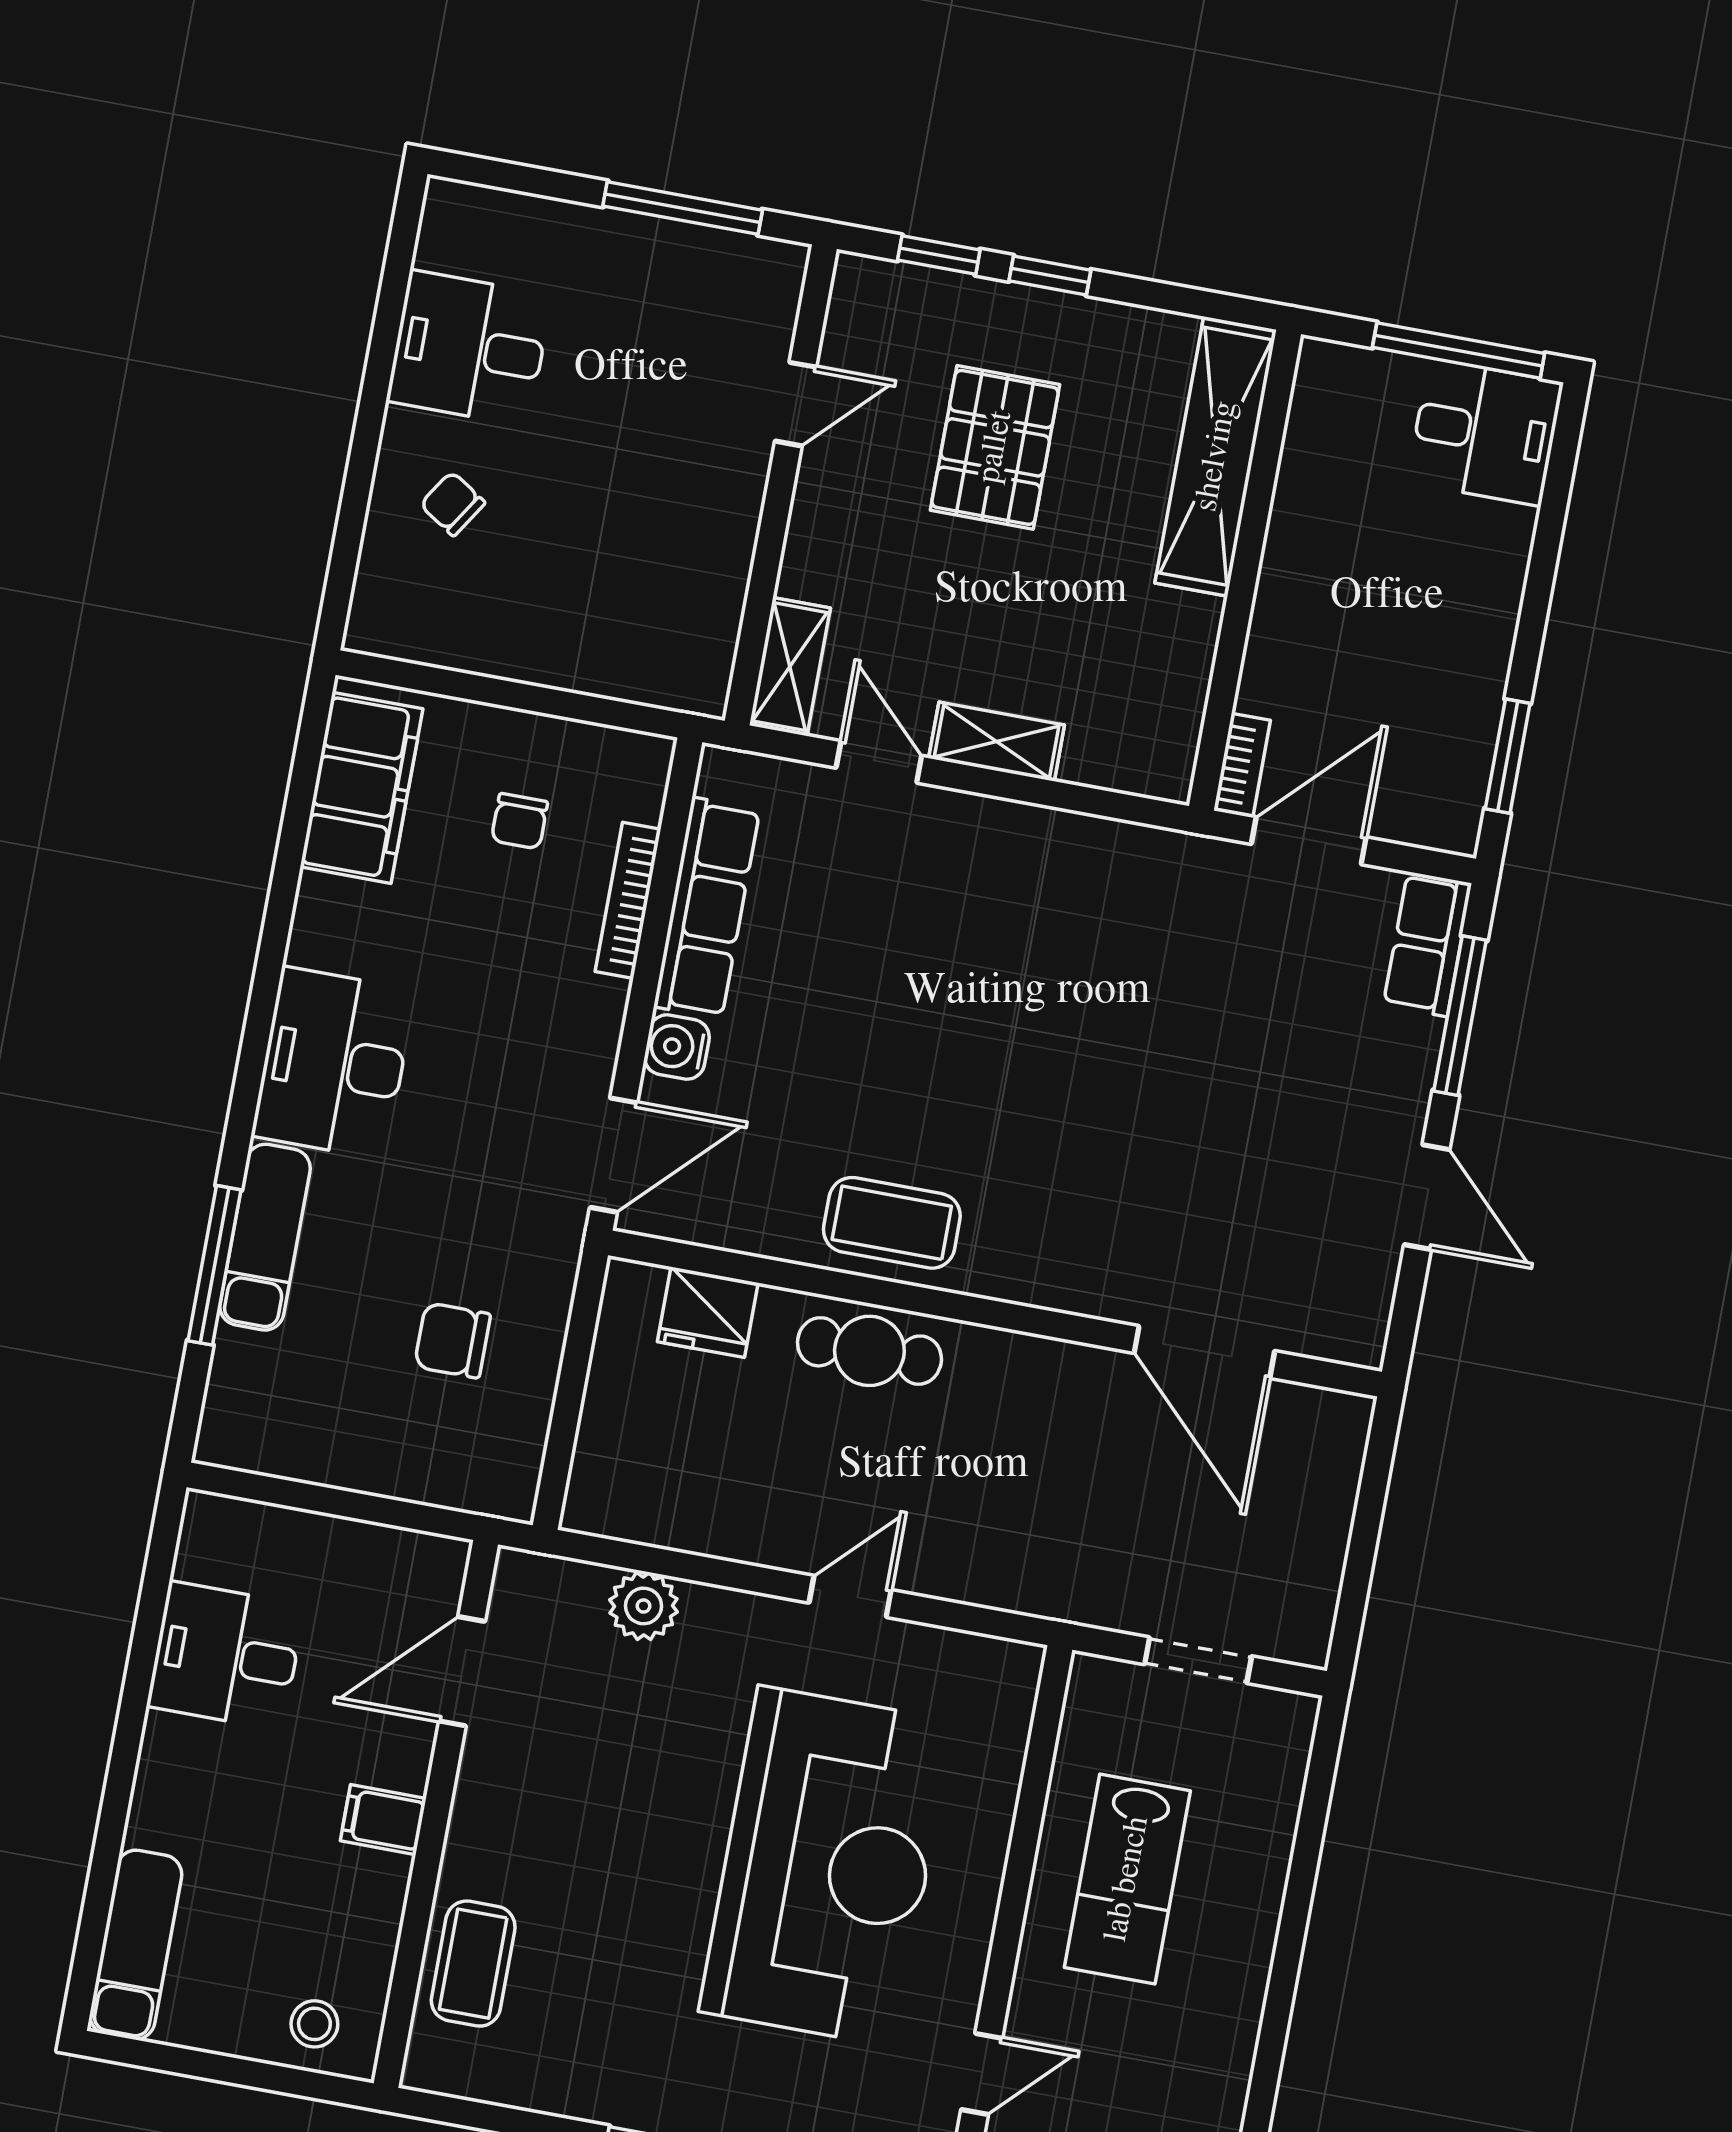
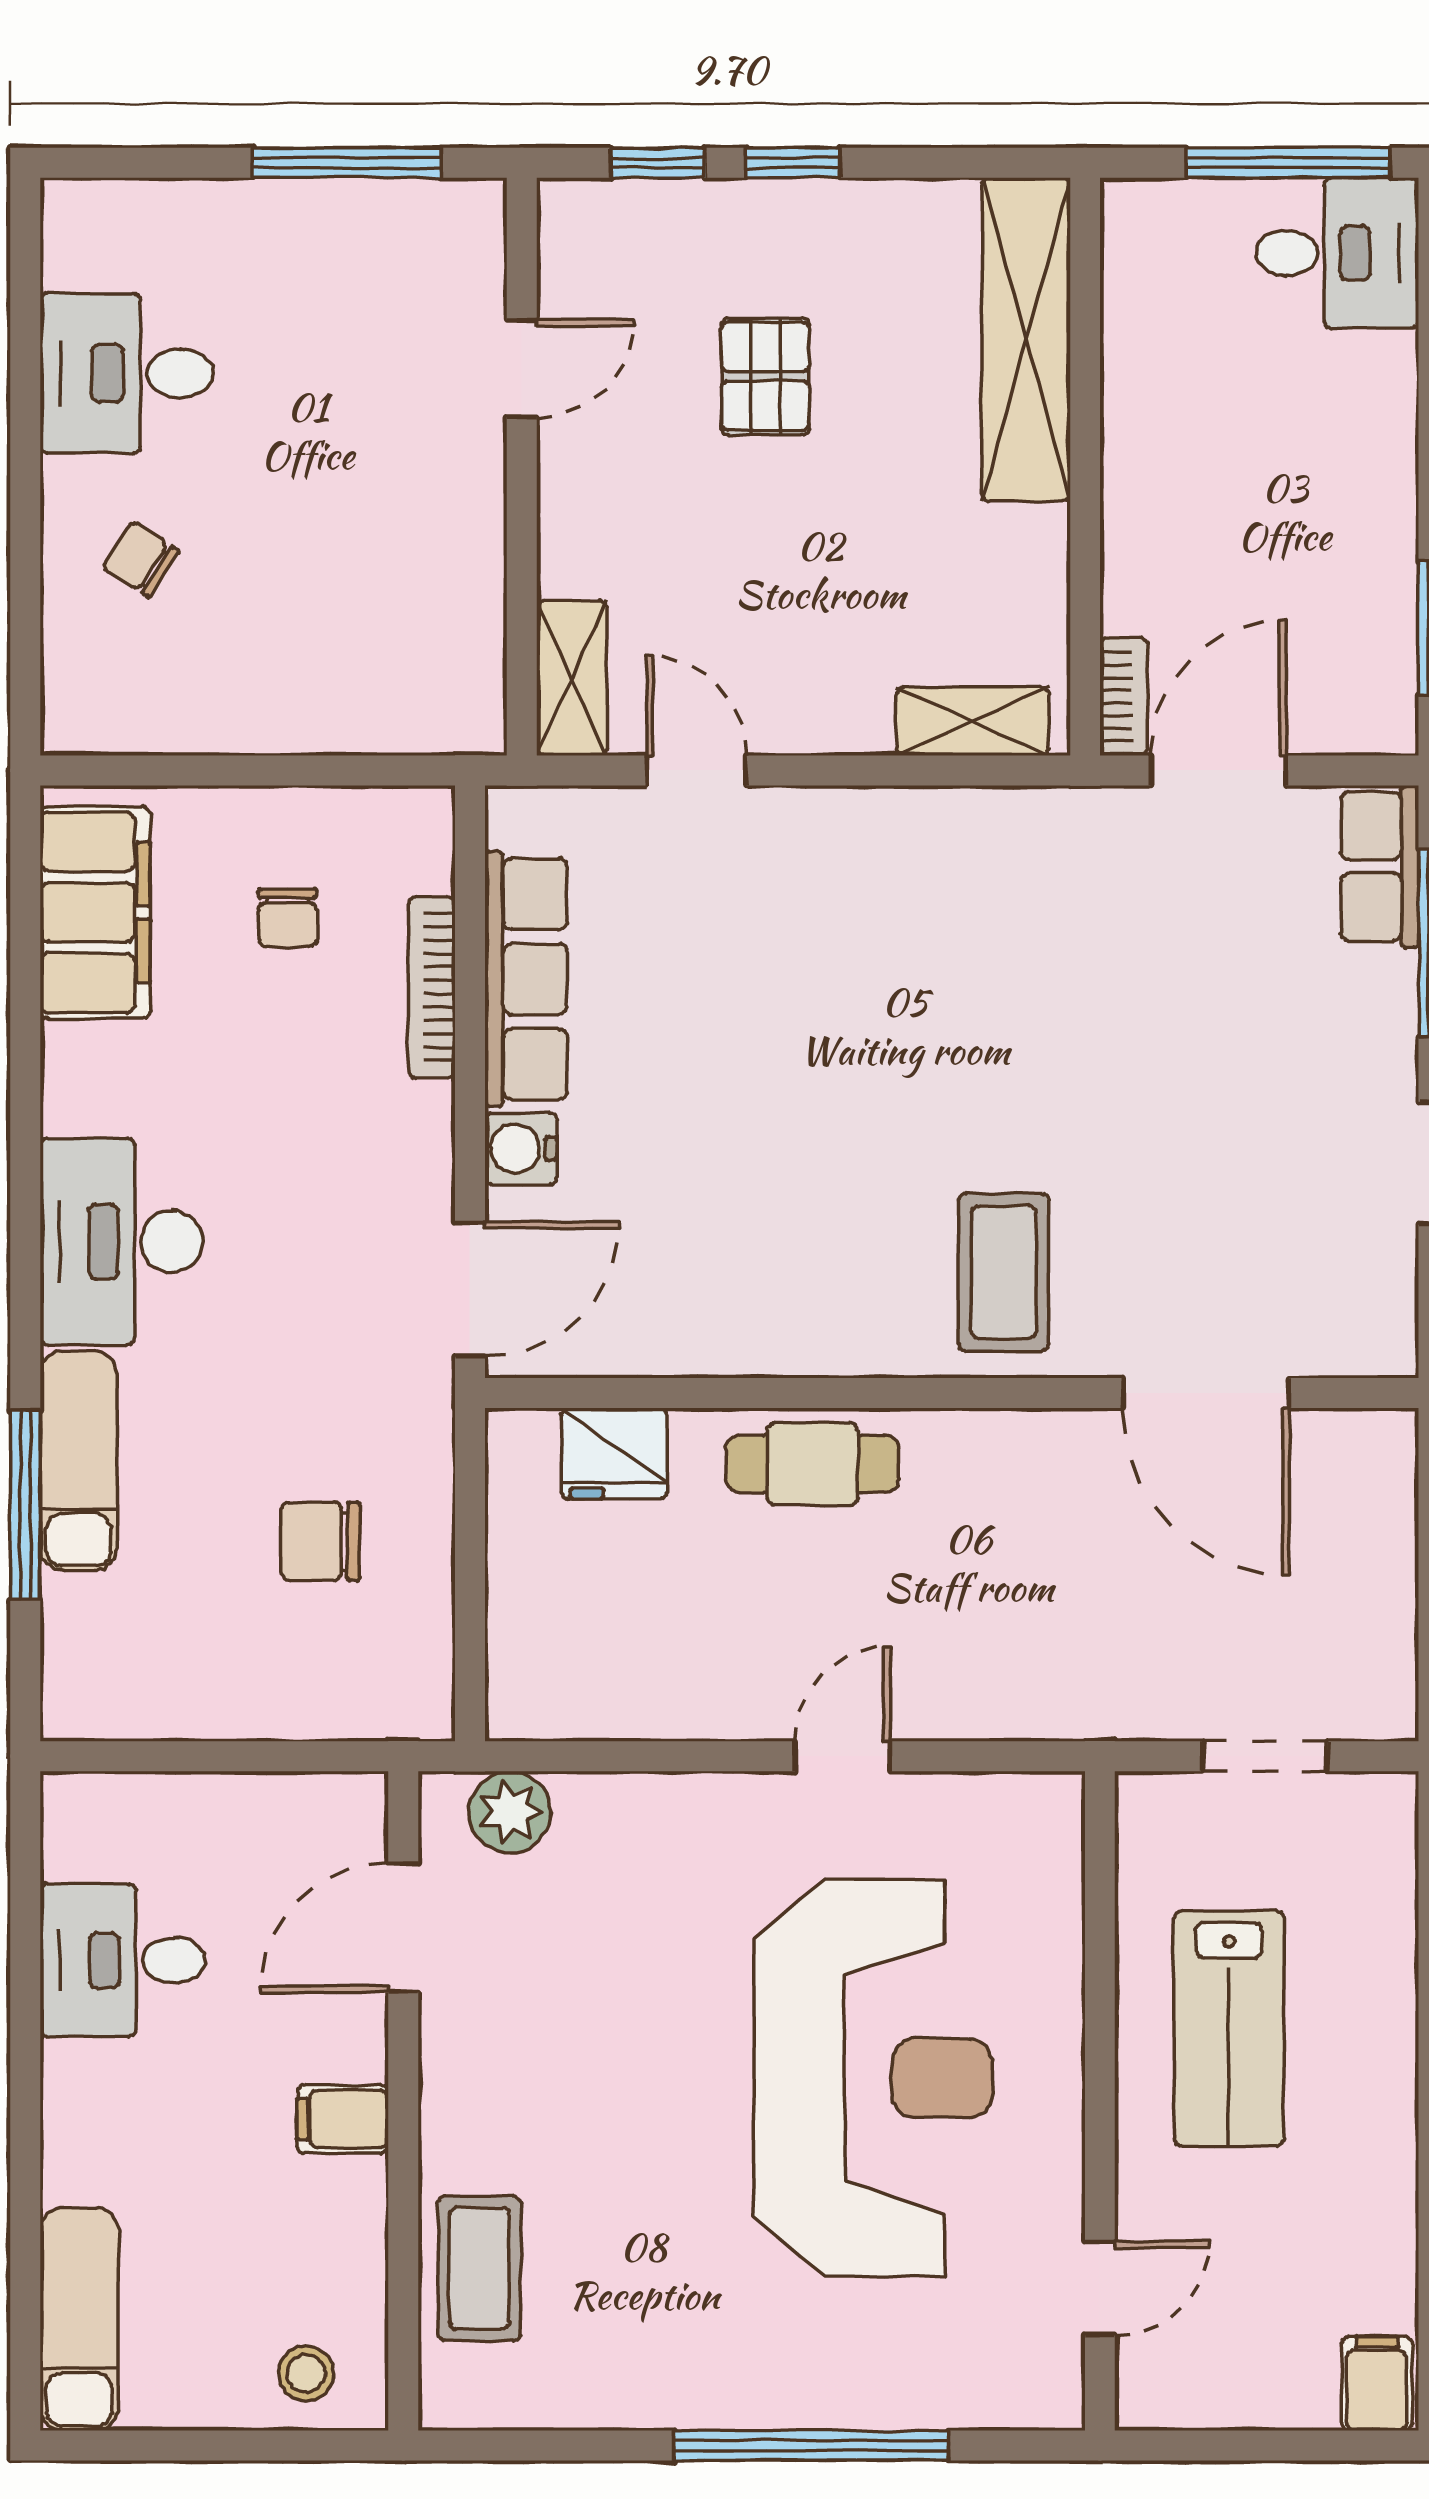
pallet: (995, 447) -> (765, 376), width x0.67, depth x0.71
shelving: (997, 742) -> (973, 721), moved
coffee table: (892, 1223) -> (1004, 1272), moved, turned 90
plant: (644, 1606) -> (510, 1812), moved

